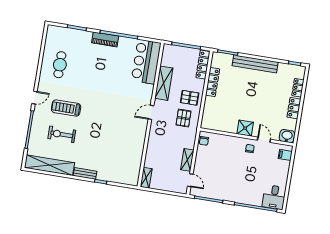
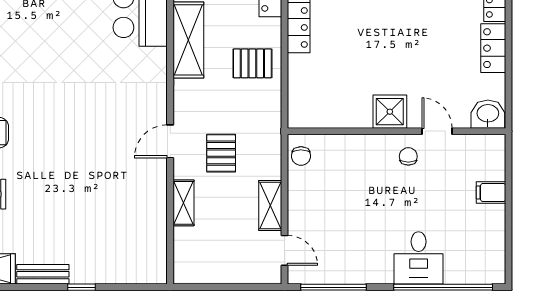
door: (151, 112) -> (170, 141), moved
pallet: (183, 118) -> (221, 153), moved
filing cabinet: (285, 155) -> (491, 192), moved
shelving: (146, 178) -> (183, 203), moved
desk: (274, 197) -> (419, 258), moved

